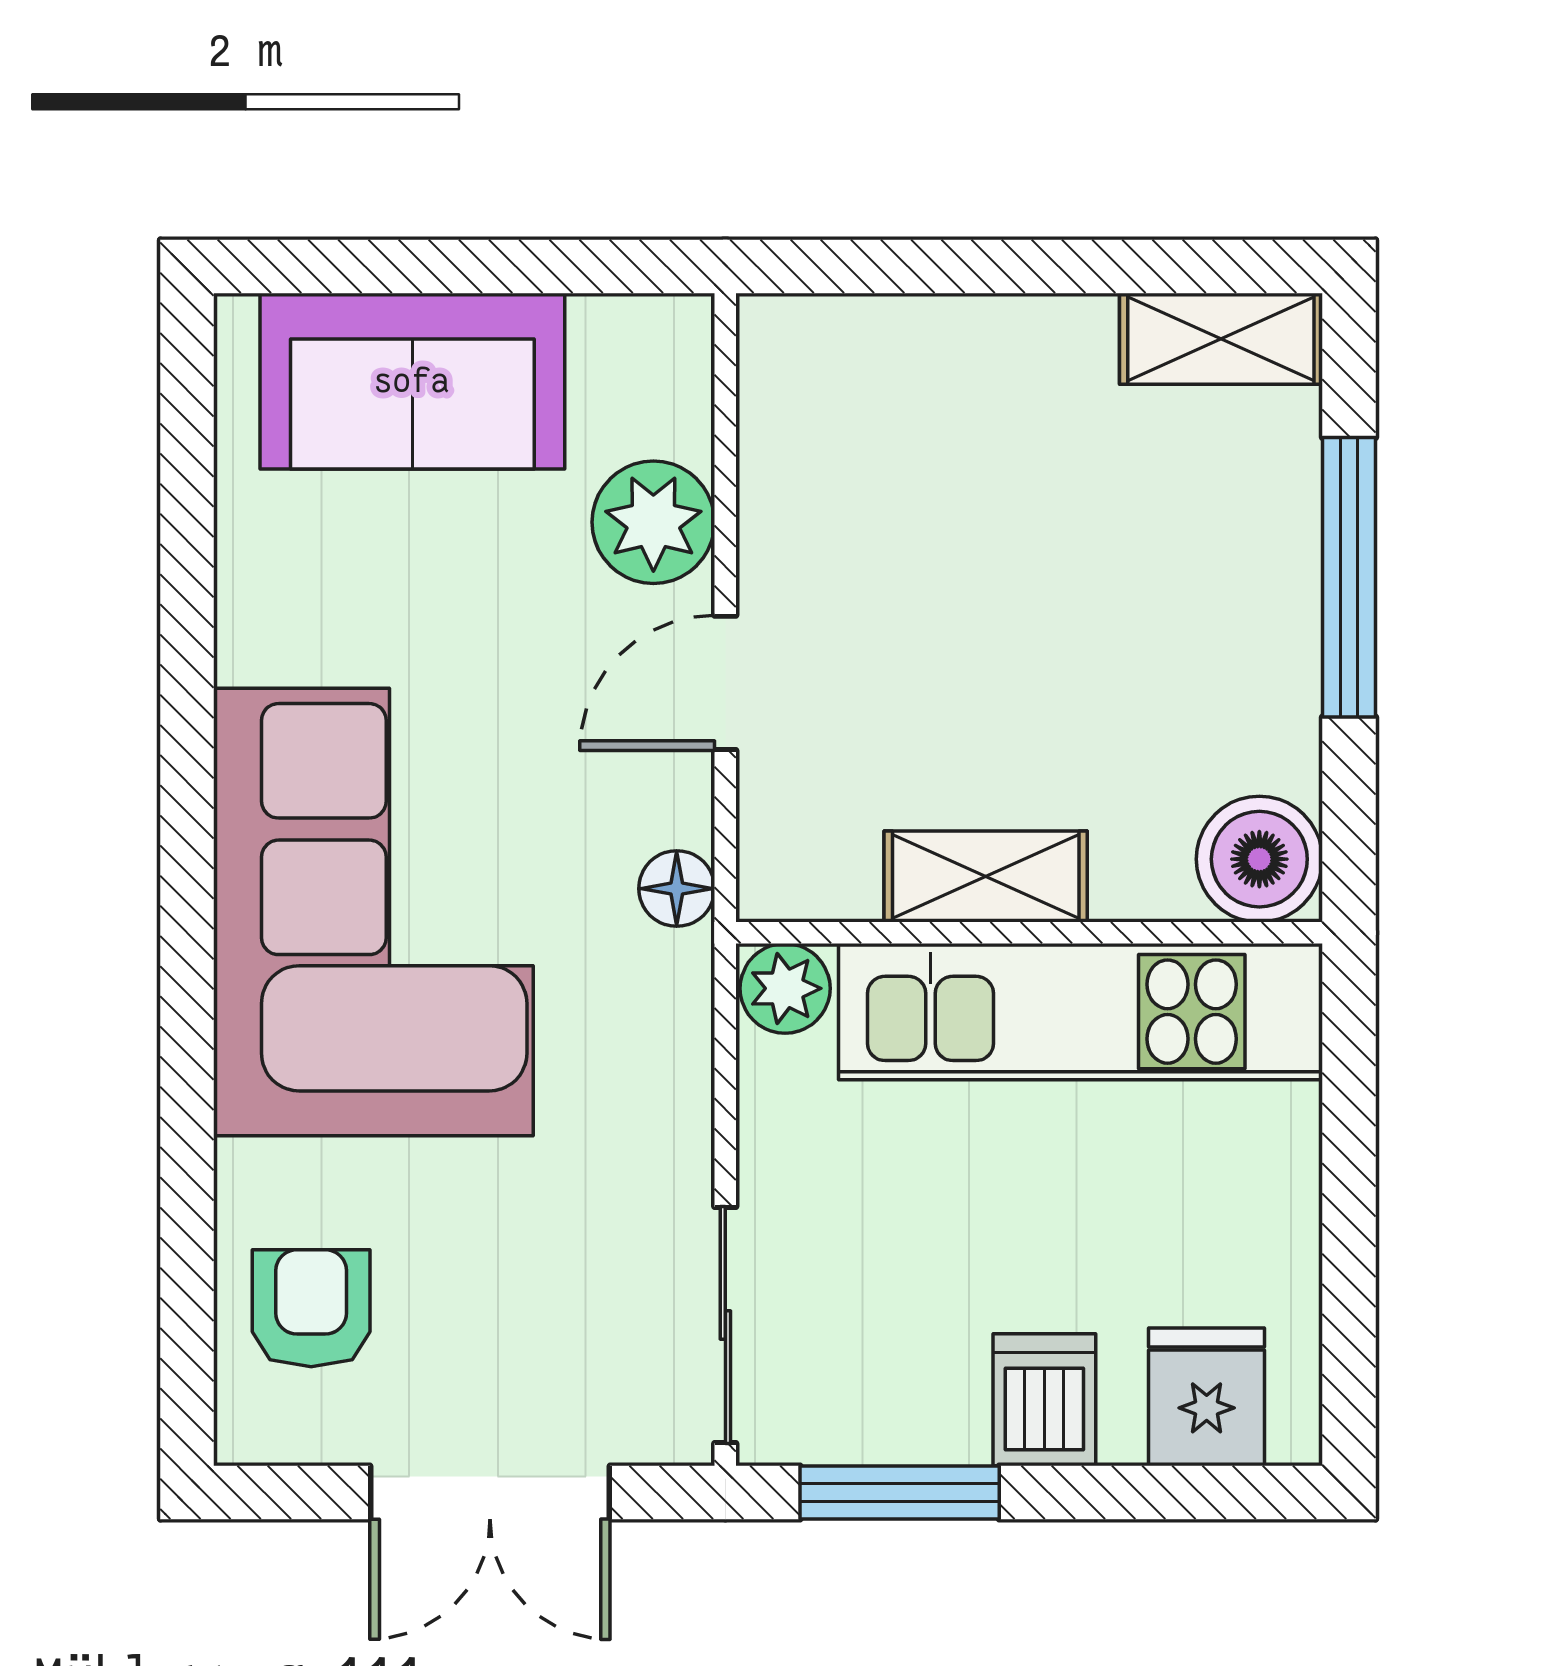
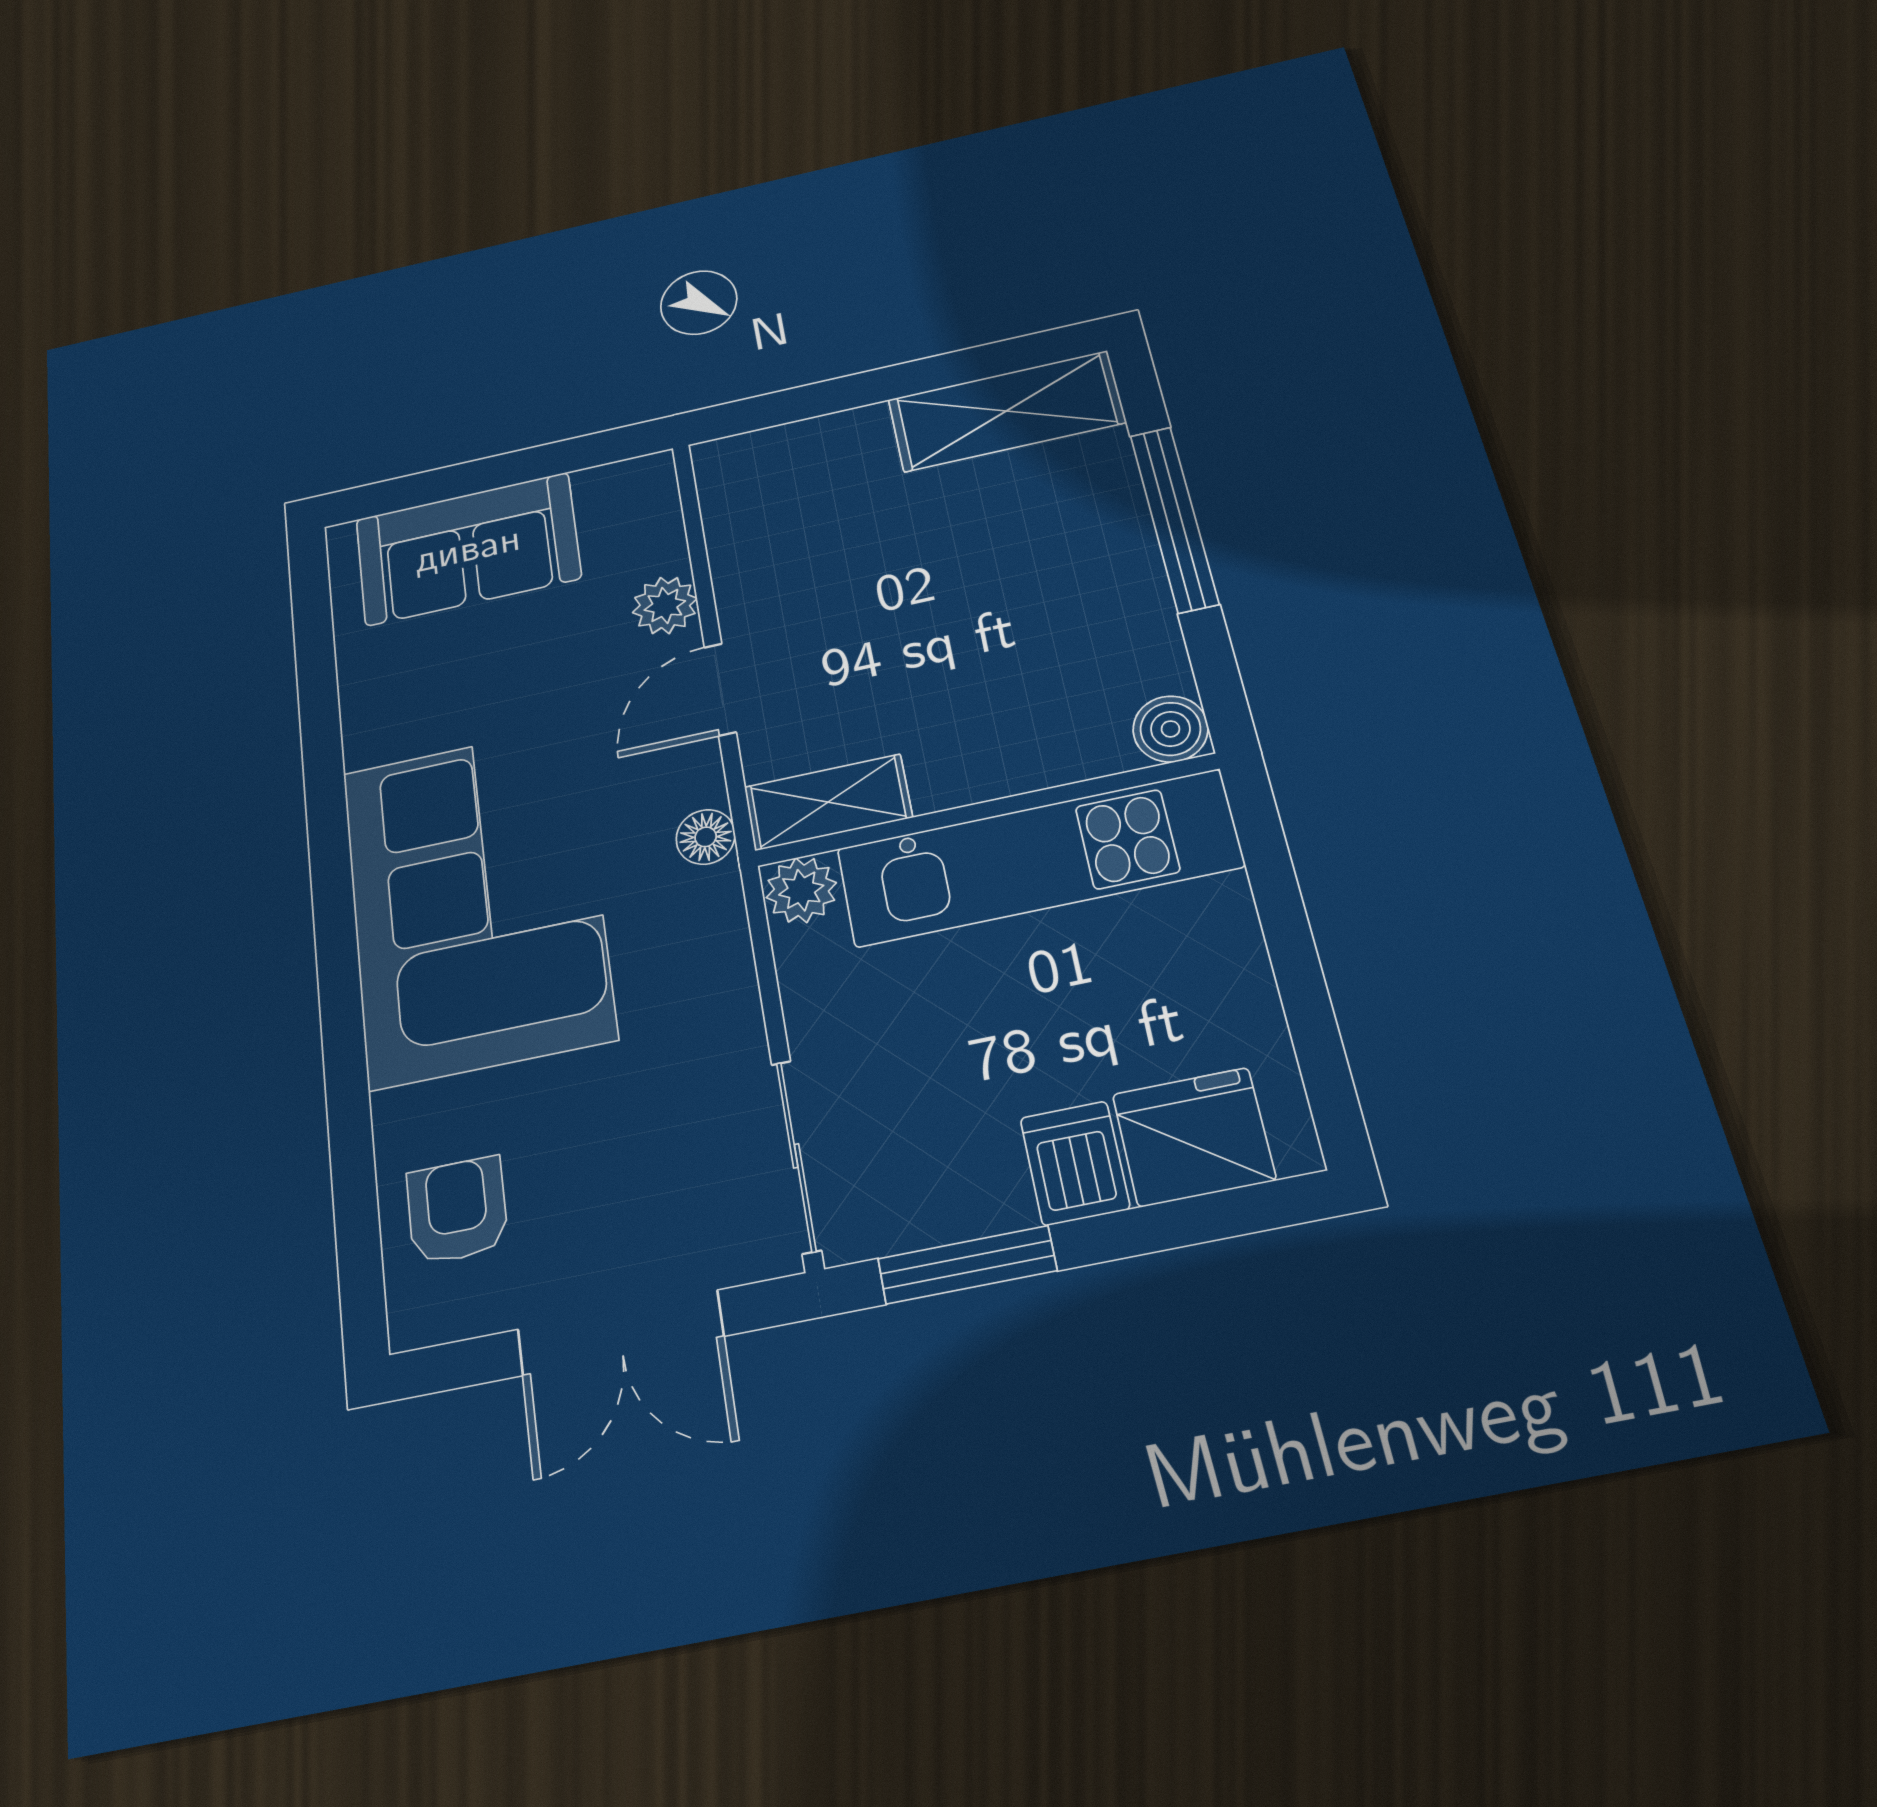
shelving: (1221, 339) -> (1006, 411), width x1.50, depth x1.33
plant: (653, 522) -> (665, 605), width x0.73, depth x0.73
boiler: (1259, 859) -> (1170, 729), width x0.73, depth x0.73
shelving: (986, 876) -> (828, 802), moved
fridge: (1207, 1397) -> (1194, 1137), width x1.38

